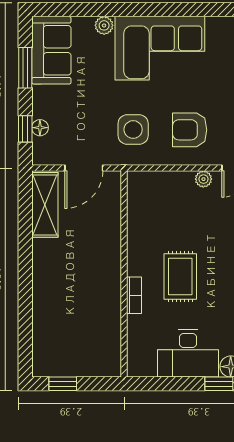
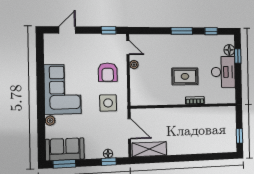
window: (25, 68) -> (64, 164), moved

